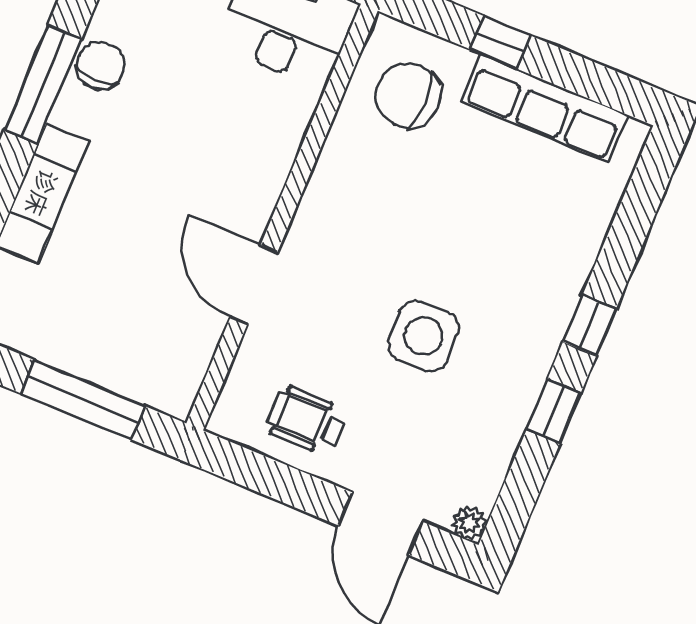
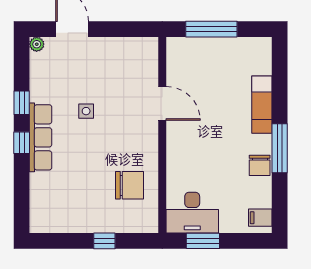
chair: (408, 95) -> (129, 185), moved
row of seats: (545, 108) -> (41, 137), moved, turned 90
side table: (424, 336) -> (86, 111), width x0.54, depth x0.54
wheelchair: (307, 421) -> (119, 58), removed

